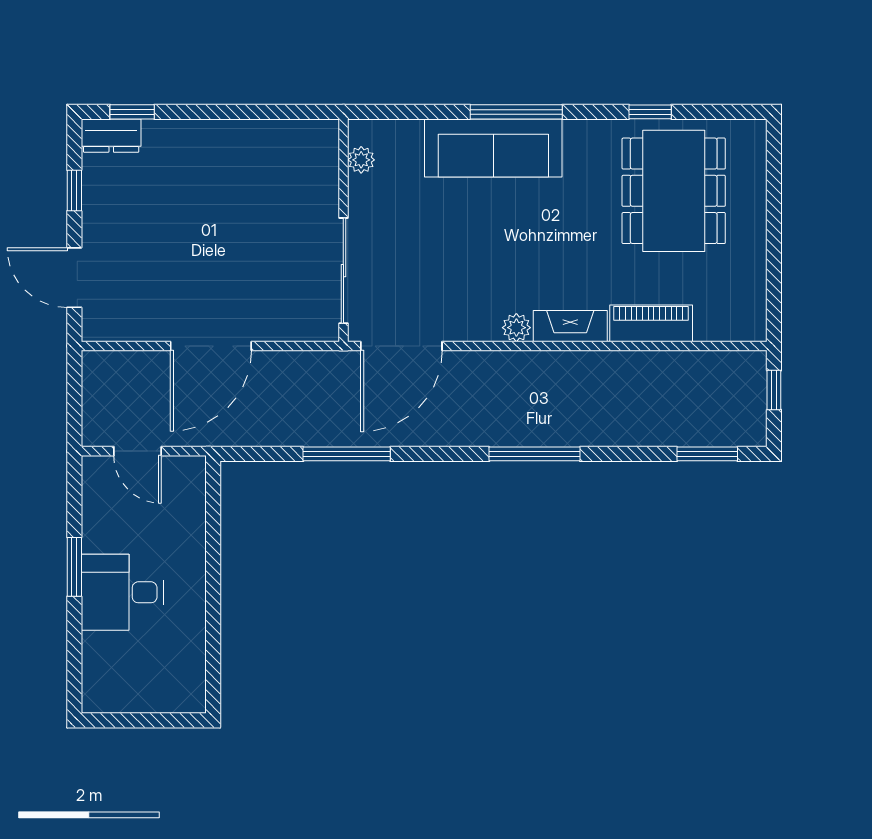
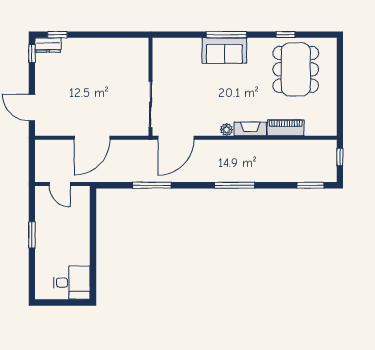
sofa: (493, 148) -> (224, 51), width x0.73
plant: (361, 160) -> (158, 56), removed
window: (74, 191) -> (32, 53), moved
desk: (122, 592) -> (72, 283), moved, turned 180

